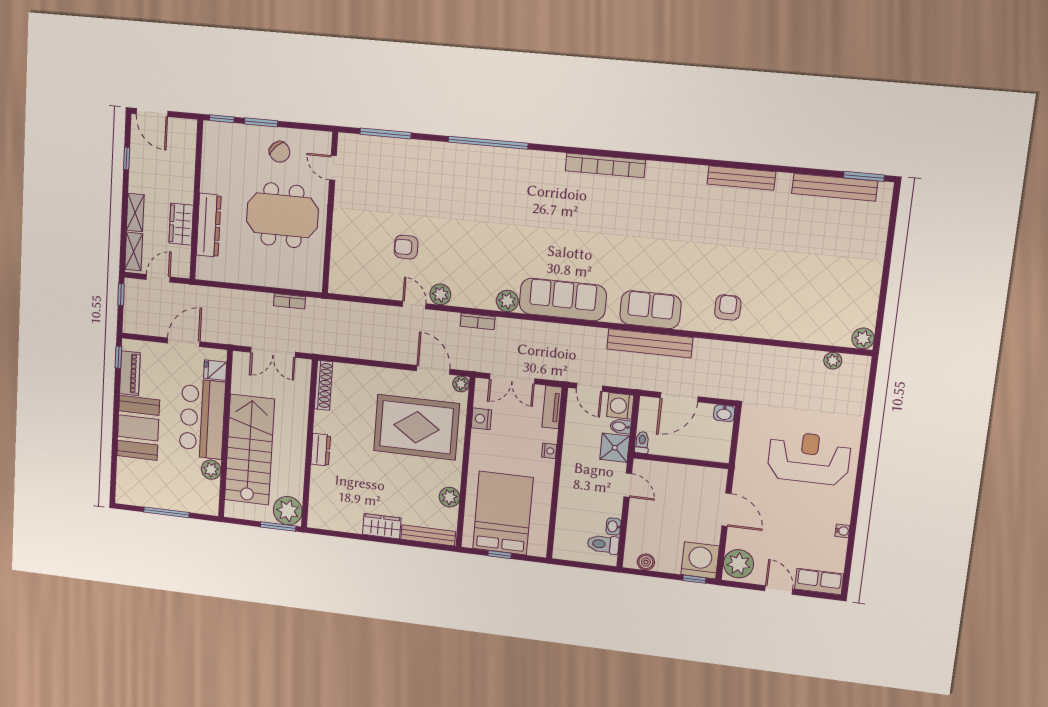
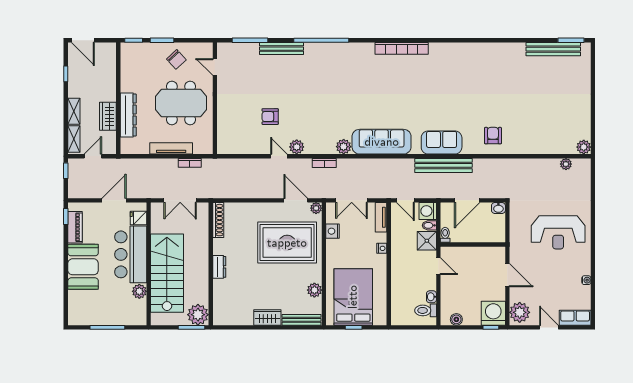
bench: (741, 178) -> (282, 49), moved
tv unit: (265, 278) -> (171, 148), added
reception desk: (809, 458) -> (558, 232), turned 180

